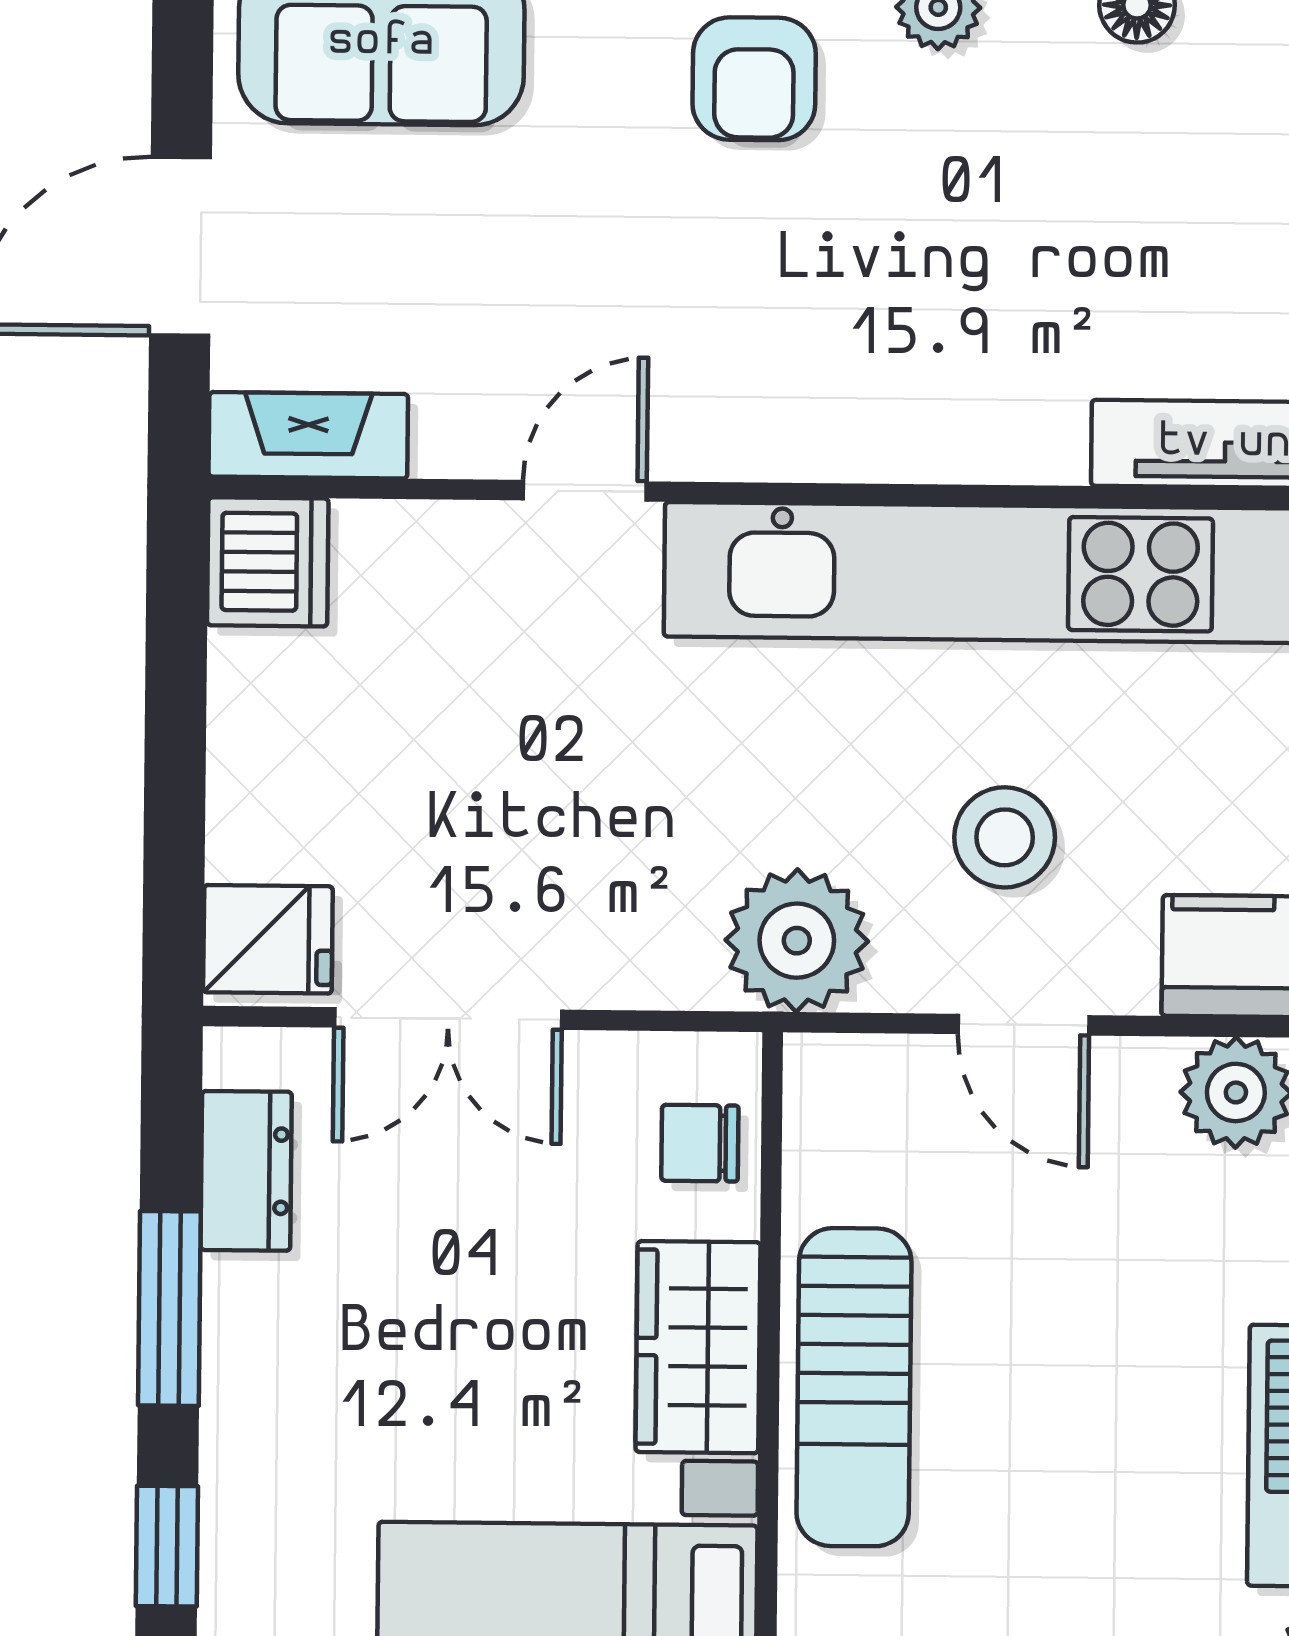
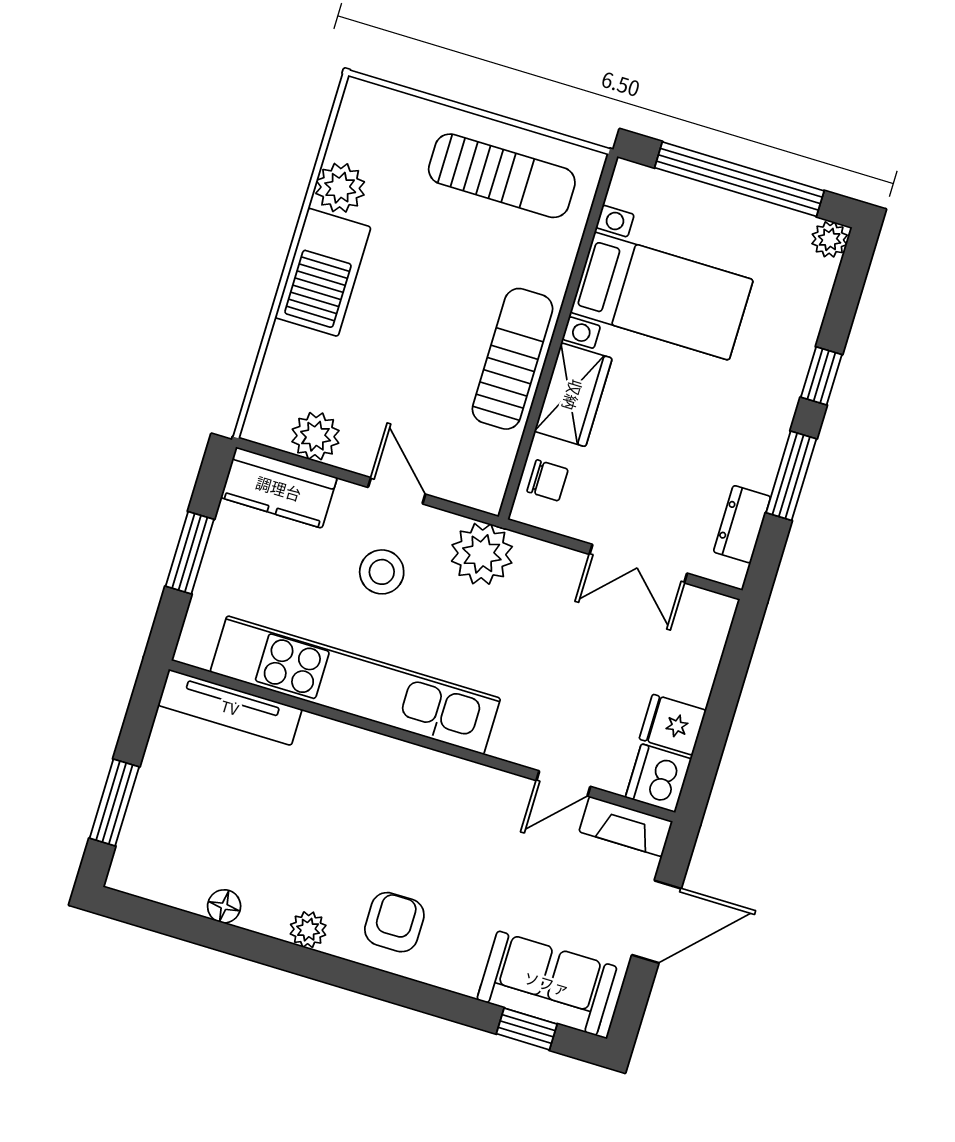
door: (585, 491) -> (563, 784), moved
fridge: (268, 939) -> (673, 725), moved
double door: (448, 1019) -> (638, 564), swing flipped

